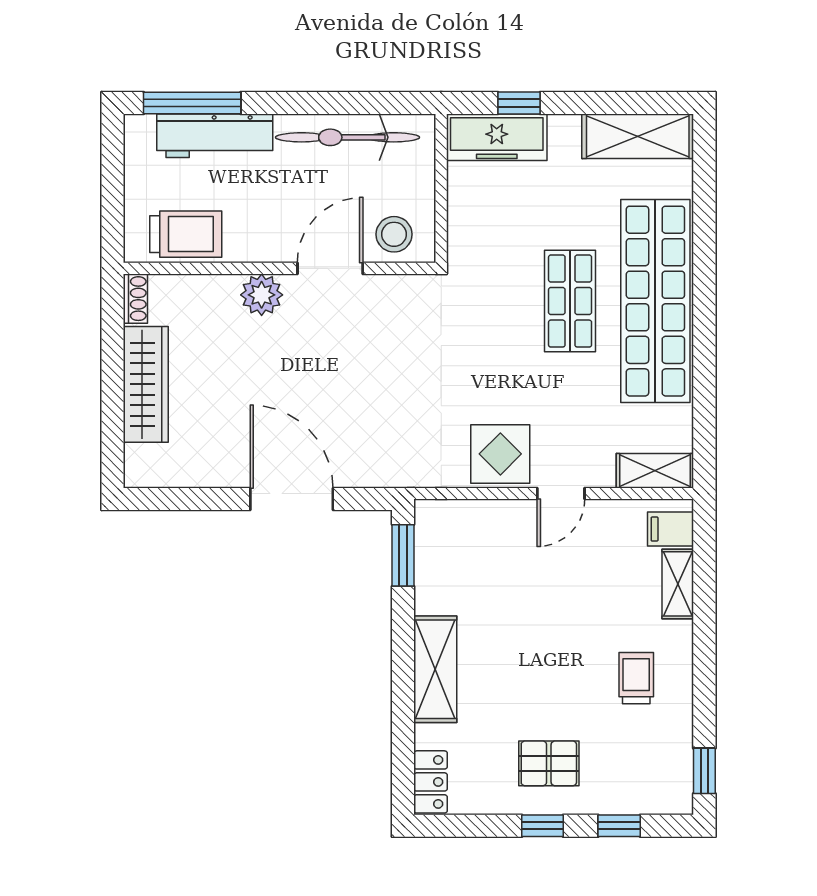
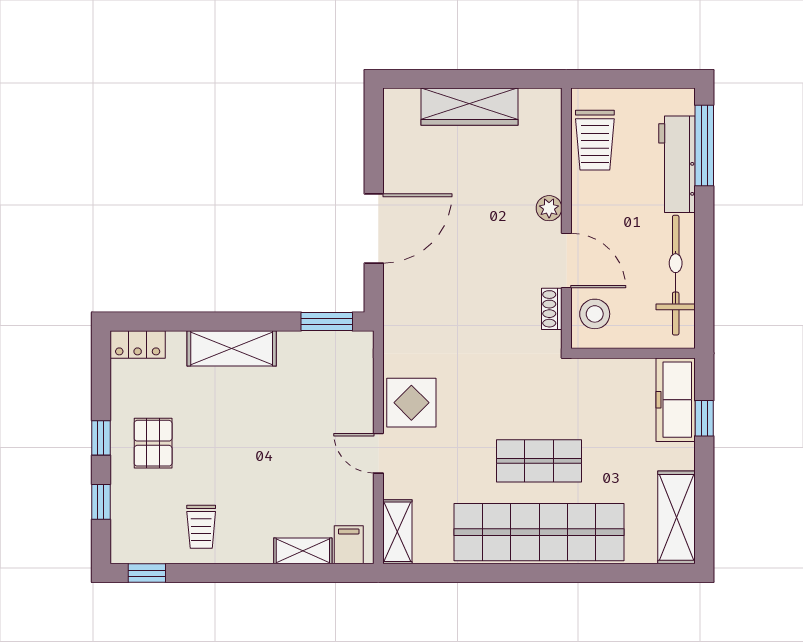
plant: (262, 295) -> (549, 208), width x0.73, depth x0.73
shoe rack: (135, 299) -> (552, 309), moved, turned 90
trolley: (636, 678) -> (201, 527), moved, turned 90

